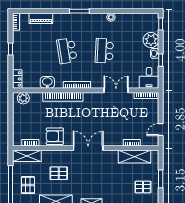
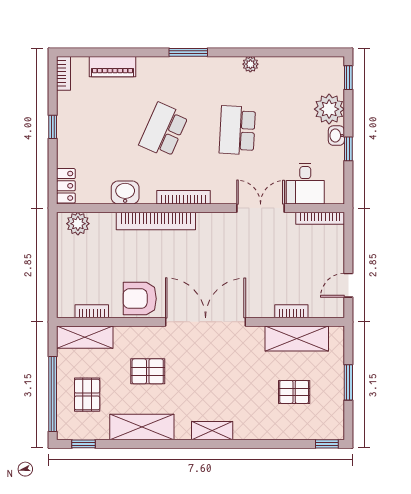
school desk: (67, 51) -> (164, 130), turned 33
desk: (149, 78) -> (305, 184), moved
double door: (88, 148) -> (206, 322), width x1.36
pallet: (143, 187) -> (294, 392), moved

